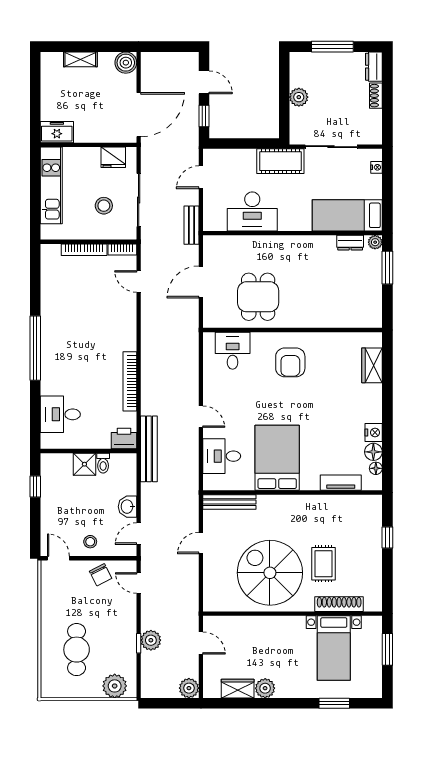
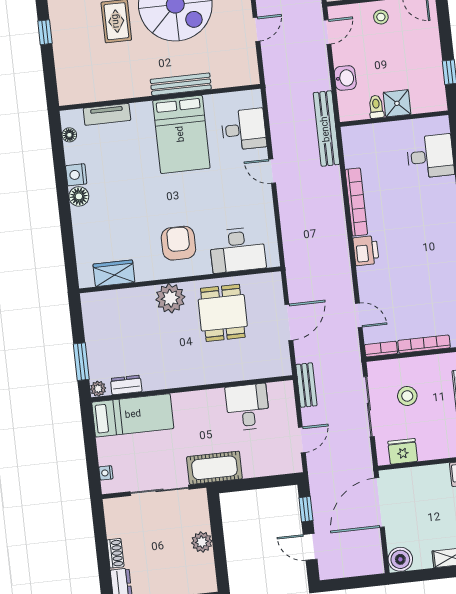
desk: (252, 211) -> (248, 407), width x0.73
plant: (303, 315) -> (170, 298), added
desk: (233, 351) -> (238, 250), width x1.37
wardrobe: (372, 365) -> (114, 273), moved, turned -90
printer: (124, 439) -> (366, 251), moved, turned -90
floor lamp: (373, 452) -> (79, 196), moved
bench: (229, 502) -> (181, 84), moved
washbasin: (128, 507) -> (345, 78), moved
window: (387, 537) -> (45, 32), moved

